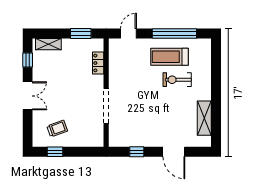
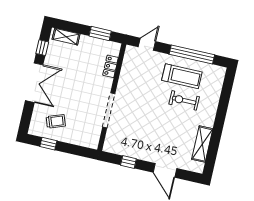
treadmill: (170, 57) -> (182, 76), turned 180
double door: (28, 96) -> (34, 83), width x1.37

